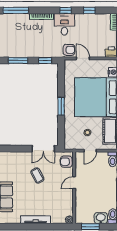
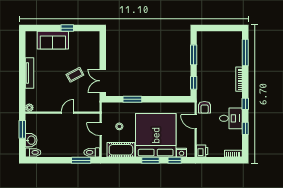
desk: (64, 24) -> (231, 118), moved
door: (83, 58) -> (196, 122), swing flipped
window: (61, 106) -> (132, 99), moved
armchair: (66, 162) -> (89, 105), removed
door: (74, 183) -> (68, 113), hinge flipped

